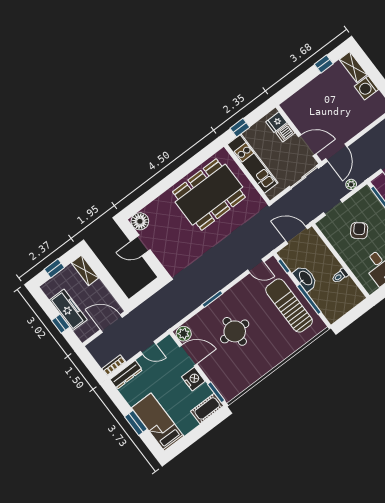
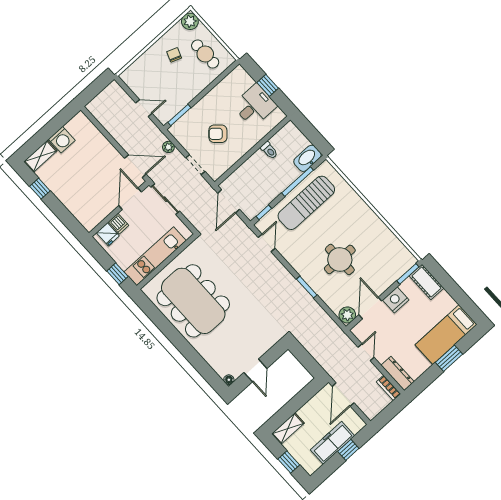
floor lamp: (140, 221) -> (229, 380), width x0.53, depth x0.53
washbasin: (305, 278) -> (307, 158), moved

